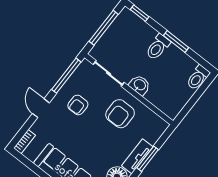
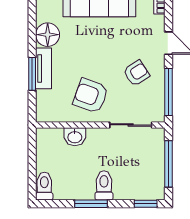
washbasin: (140, 85) -> (75, 137), moved
armchair: (78, 105) -> (136, 73), turned 57
armchair: (120, 114) -> (91, 96), turned -70

